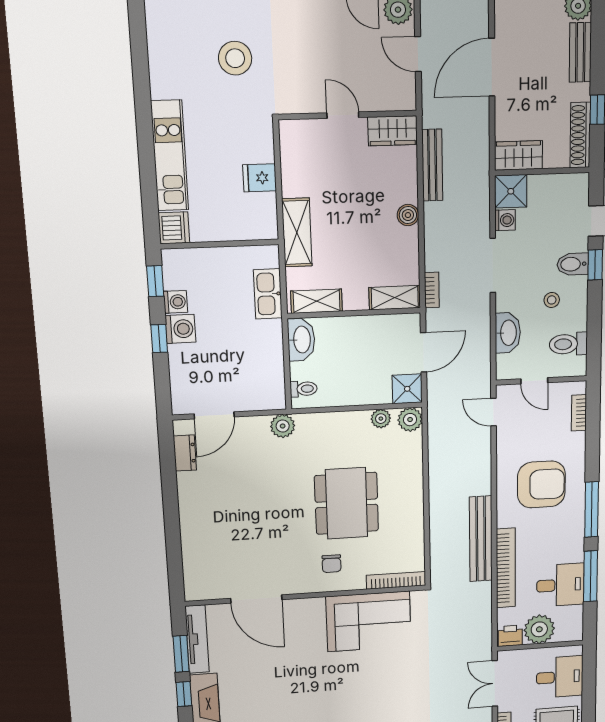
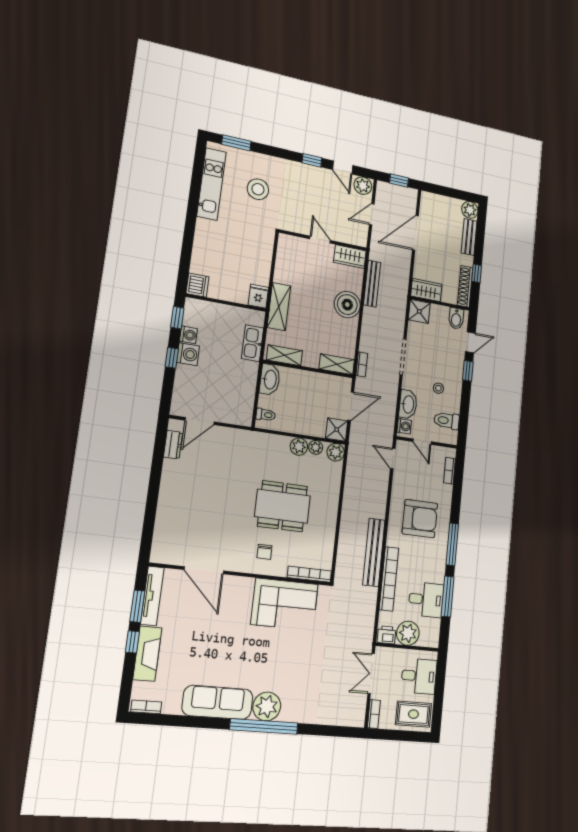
door: (418, 54) -> (372, 214), hinge flipped
kitchen unit: (170, 156) -> (212, 184), moved
fridge: (260, 178) -> (258, 296), moved, turned 90
boiler: (408, 215) -> (347, 305), width x1.86, depth x1.86
washing machine: (505, 220) -> (404, 426), moved
bidet: (573, 264) -> (456, 319), moved, turned -90
plant: (283, 426) -> (299, 447), moved
dining table: (347, 503) -> (282, 506), turned 90

